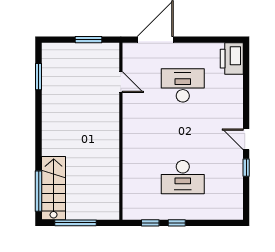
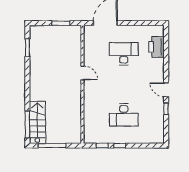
printer: (232, 59) -> (156, 47), moved
door: (121, 82) -> (82, 73), moved

